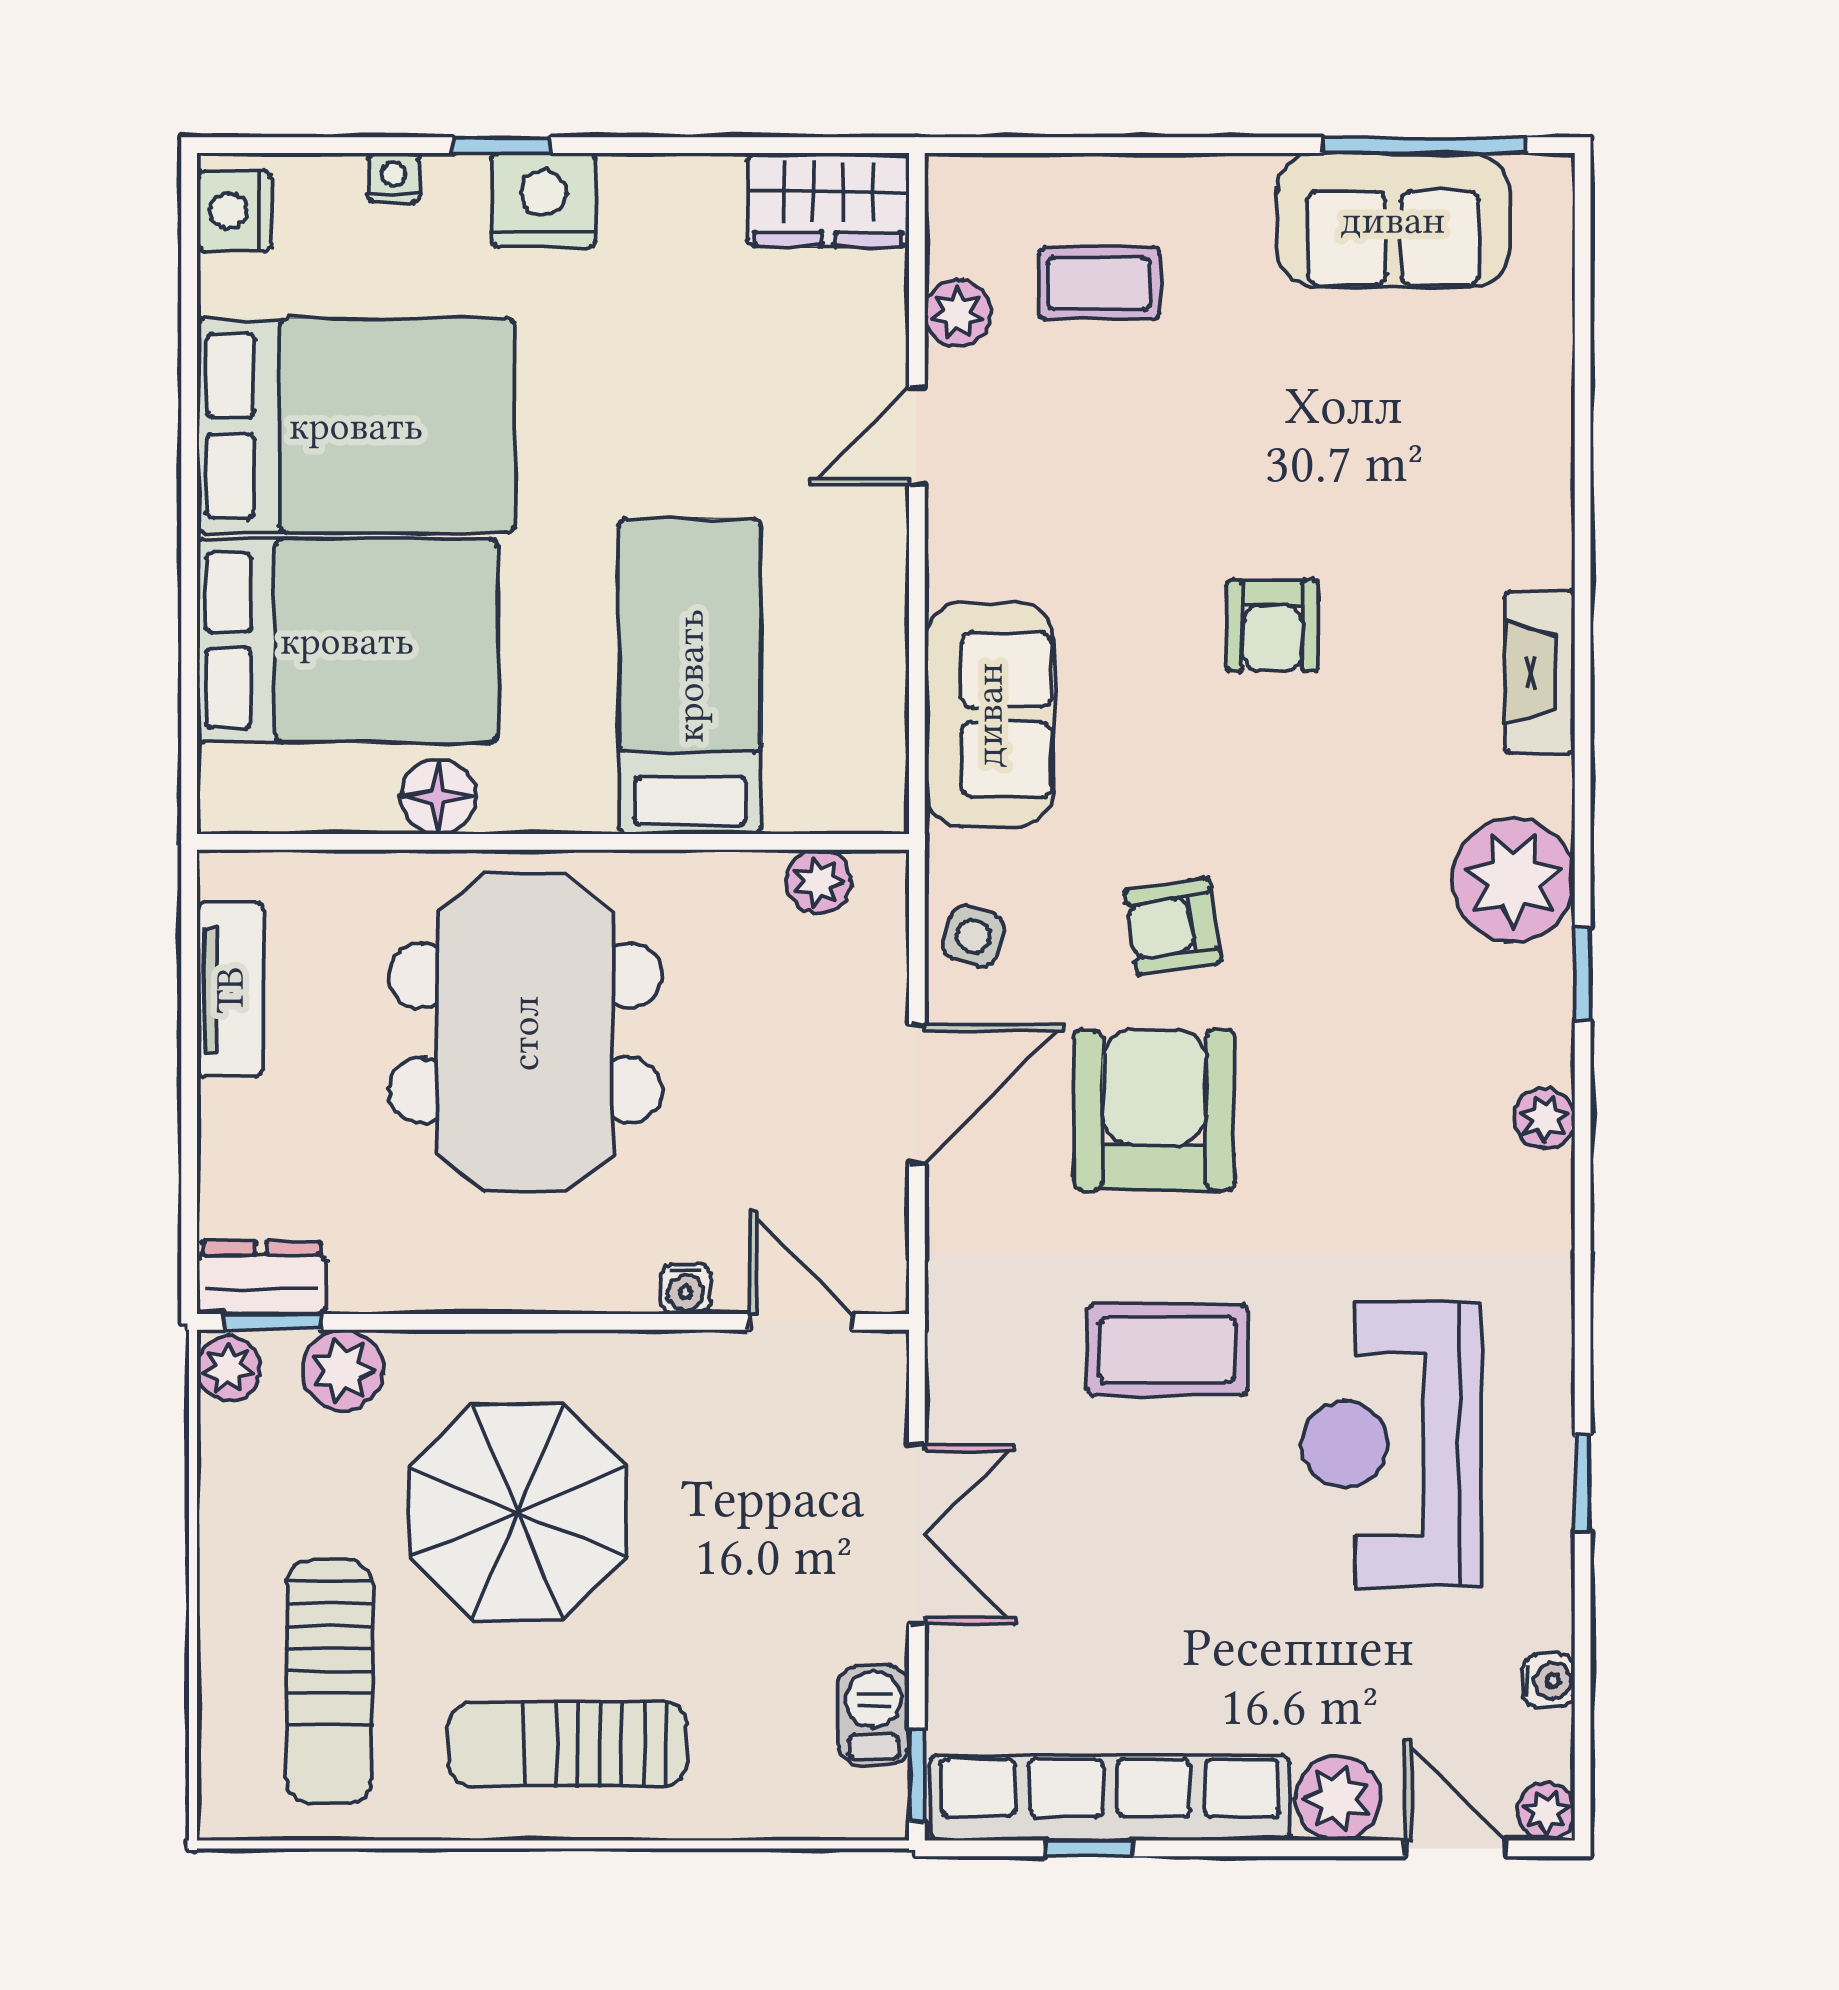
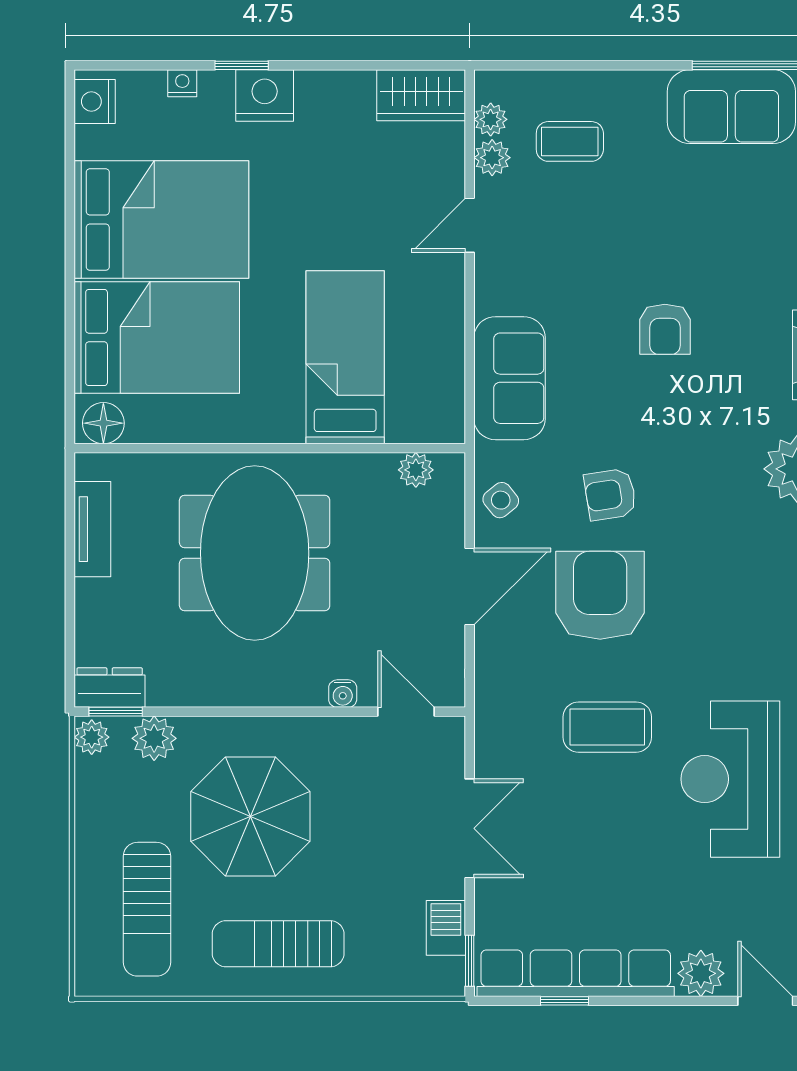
plant: (955, 244) -> (491, 119), added
floor lamp: (438, 796) -> (103, 423), moved
side table: (973, 937) -> (501, 500), turned 34

